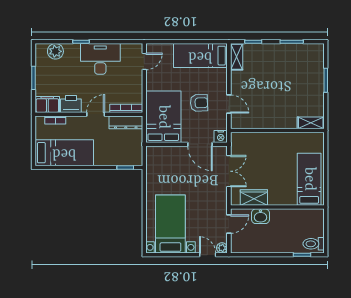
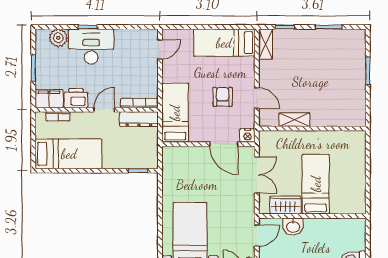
desk: (100, 59) -> (91, 46), moved
armchair: (199, 103) -> (223, 97), turned -88
bed: (163, 117) -> (175, 113), width x0.67
shelving: (311, 123) -> (294, 120), moved
bed: (309, 179) -> (316, 184), moved

